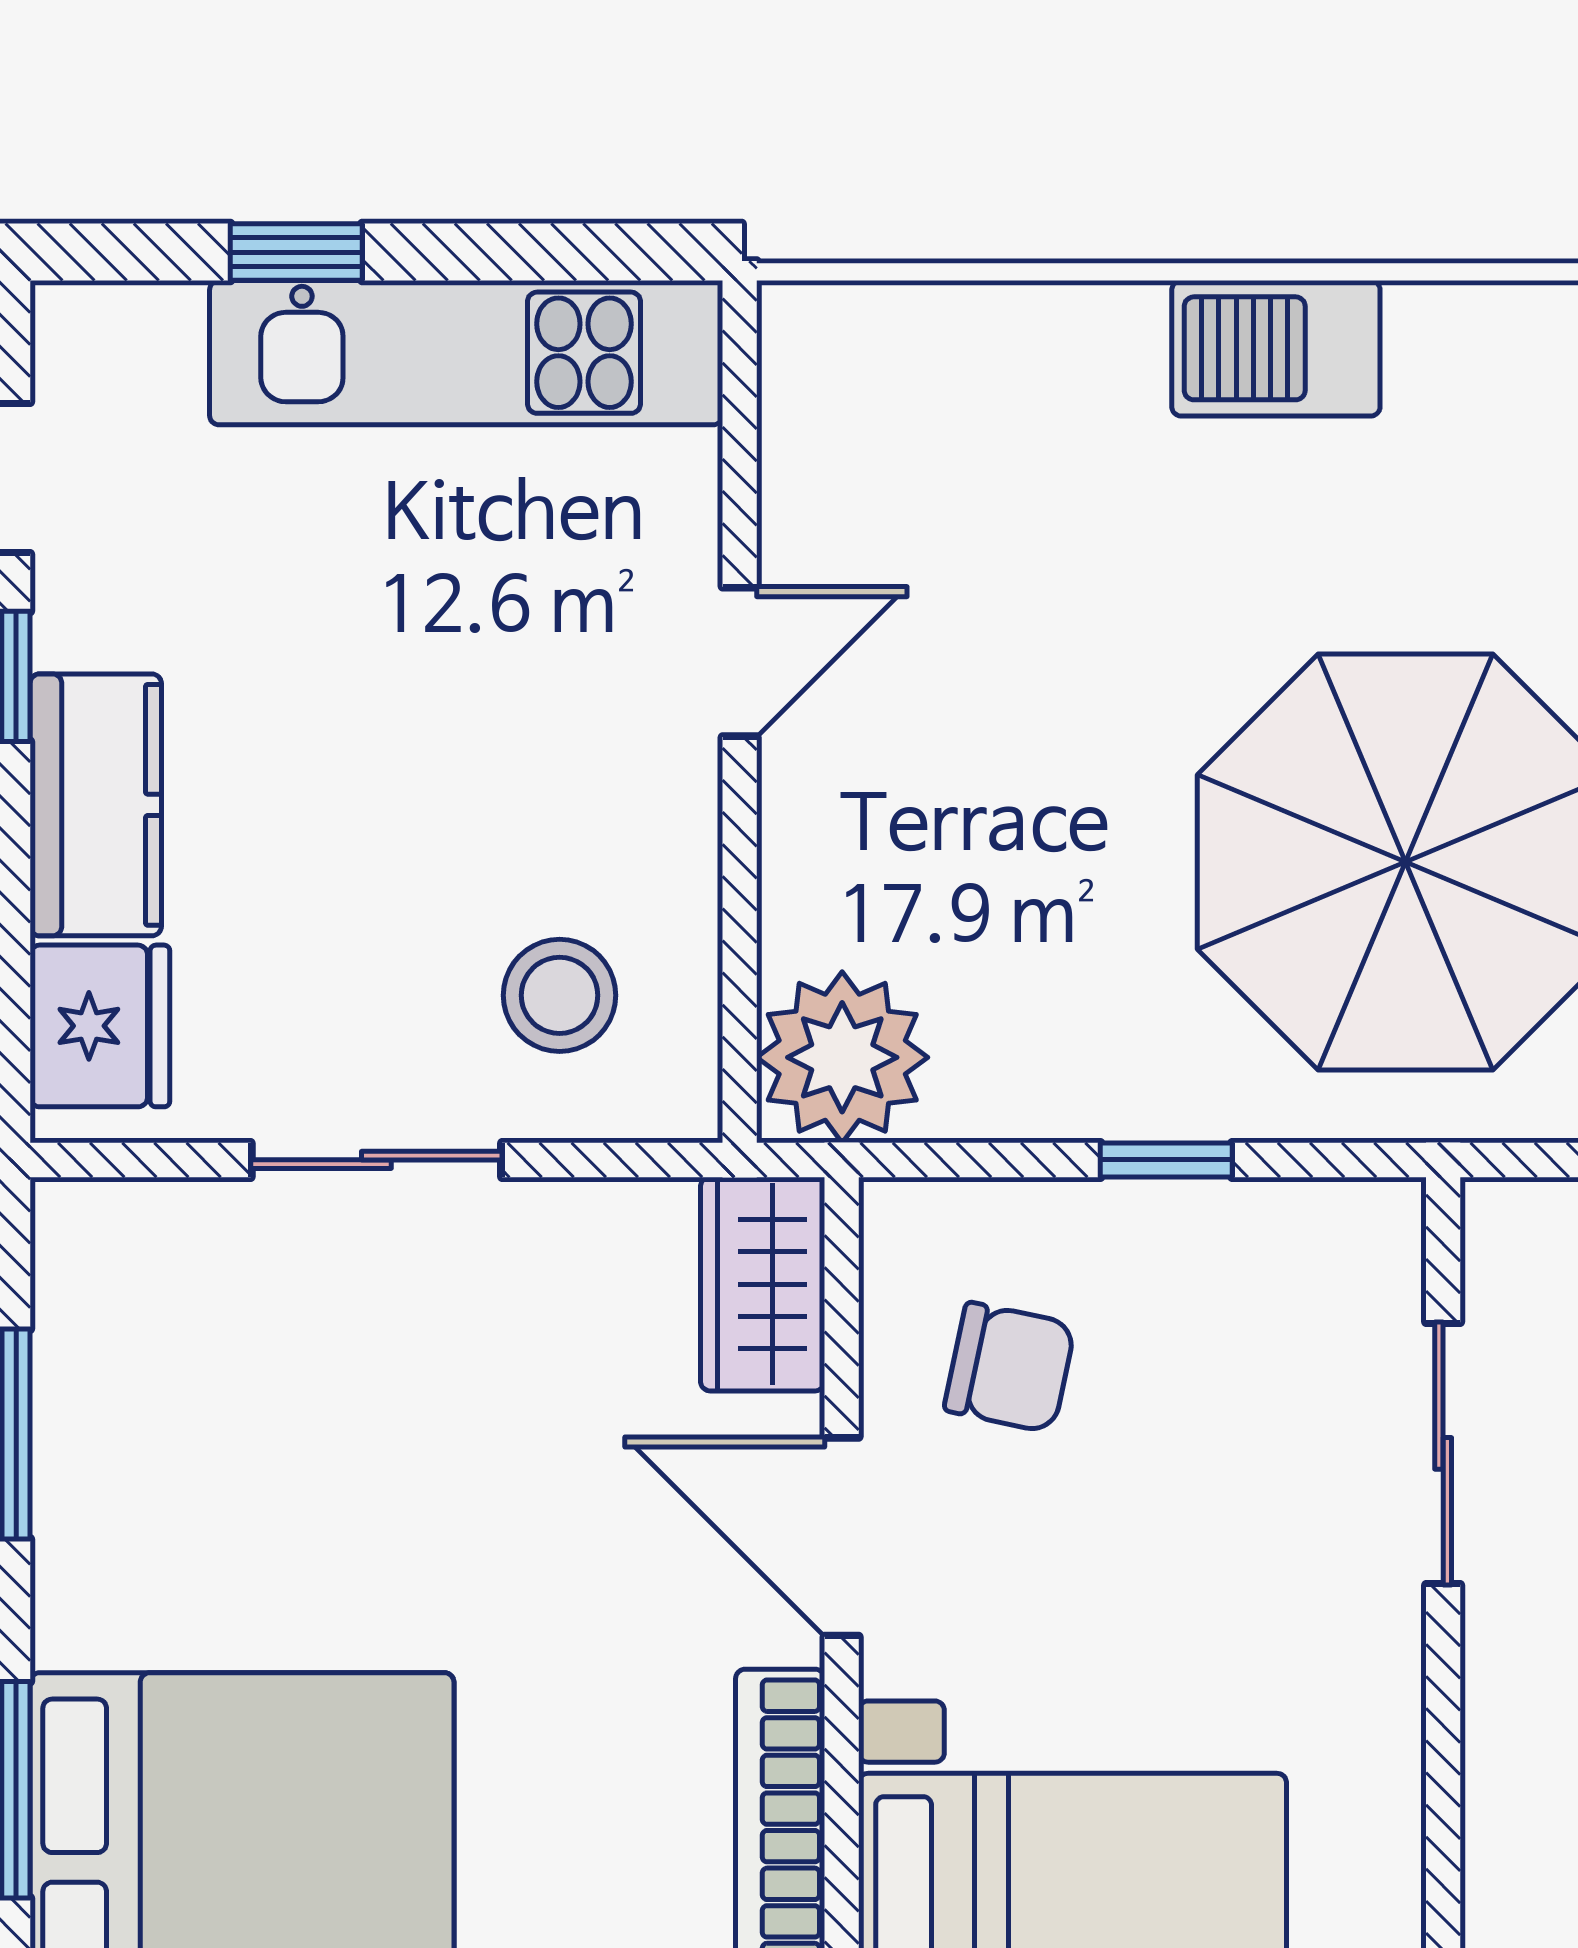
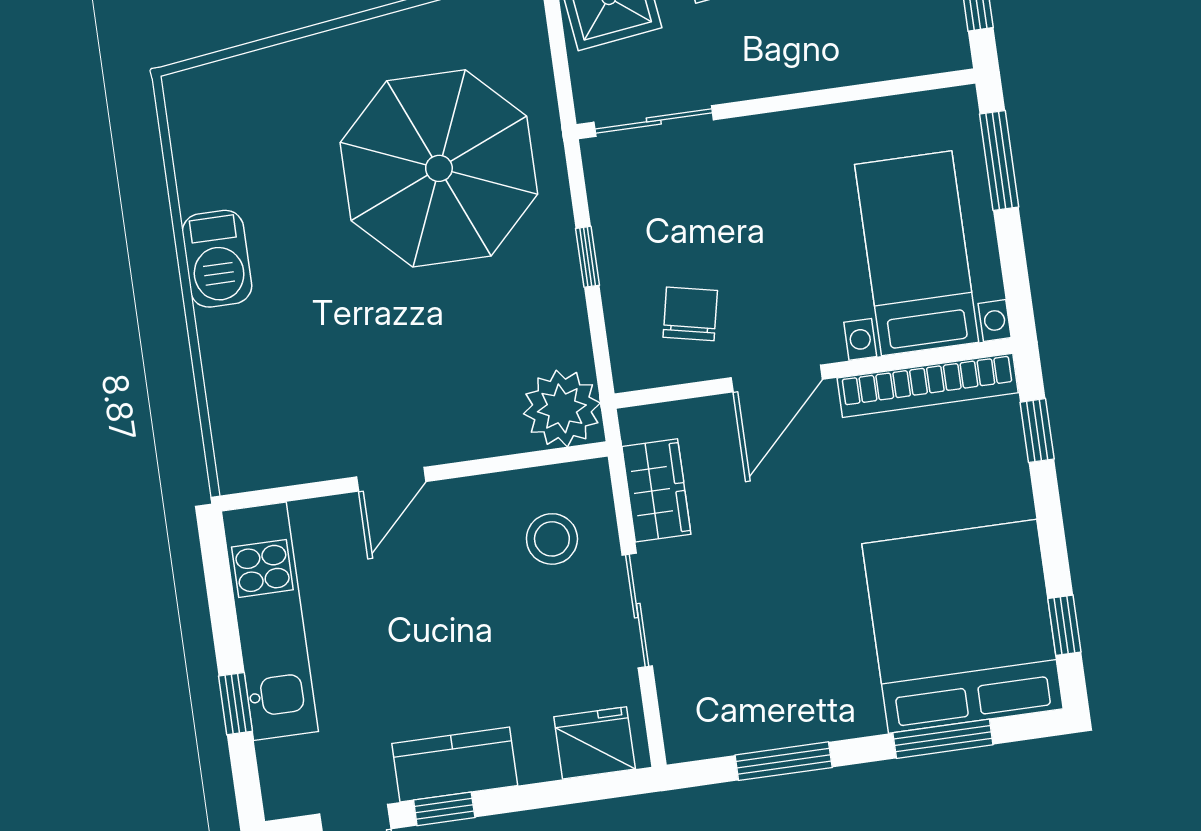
door: (740, 662) -> (391, 479), swing flipped
kitchen counter: (96, 805) -> (455, 764), moved
wardrobe: (763, 1284) -> (656, 490), moved, turned -90
sliding door: (1443, 1453) -> (654, 121), moved

